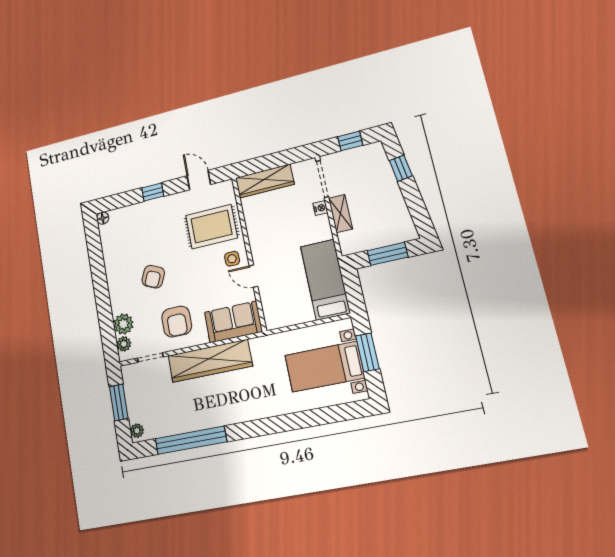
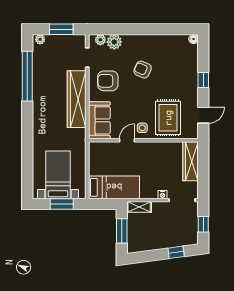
shelving: (341, 214) -> (139, 207), moved

